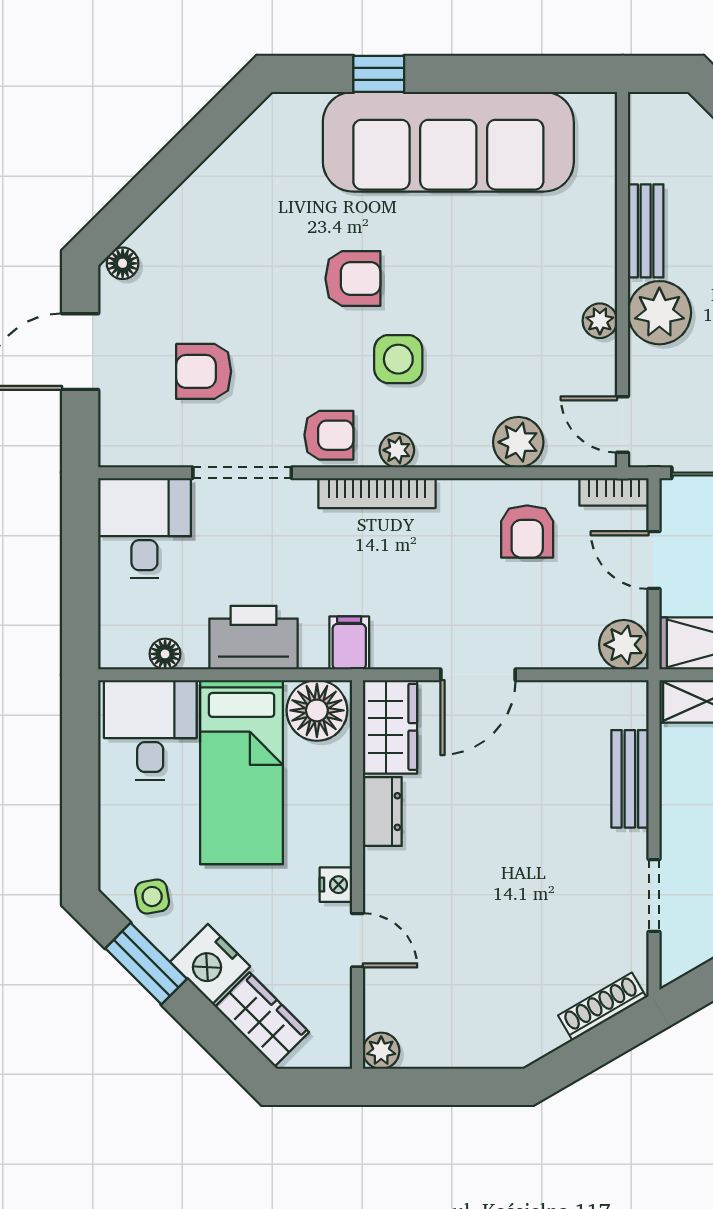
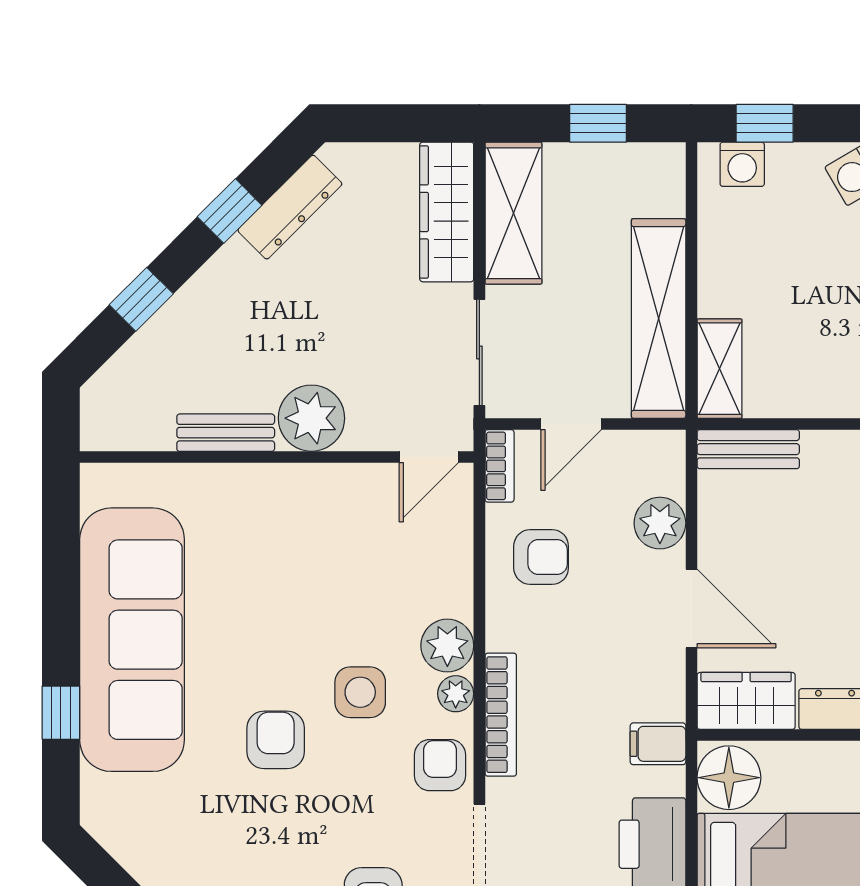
plant: (600, 321) -> (320, 481), removed
plant: (518, 442) -> (447, 646), moved
plant: (624, 645) -> (660, 523), moved
bench: (630, 779) -> (748, 449), moved

